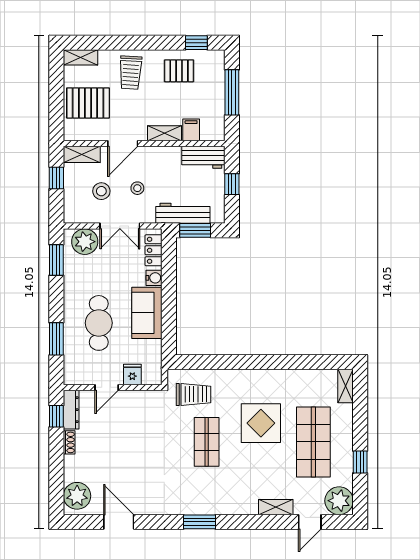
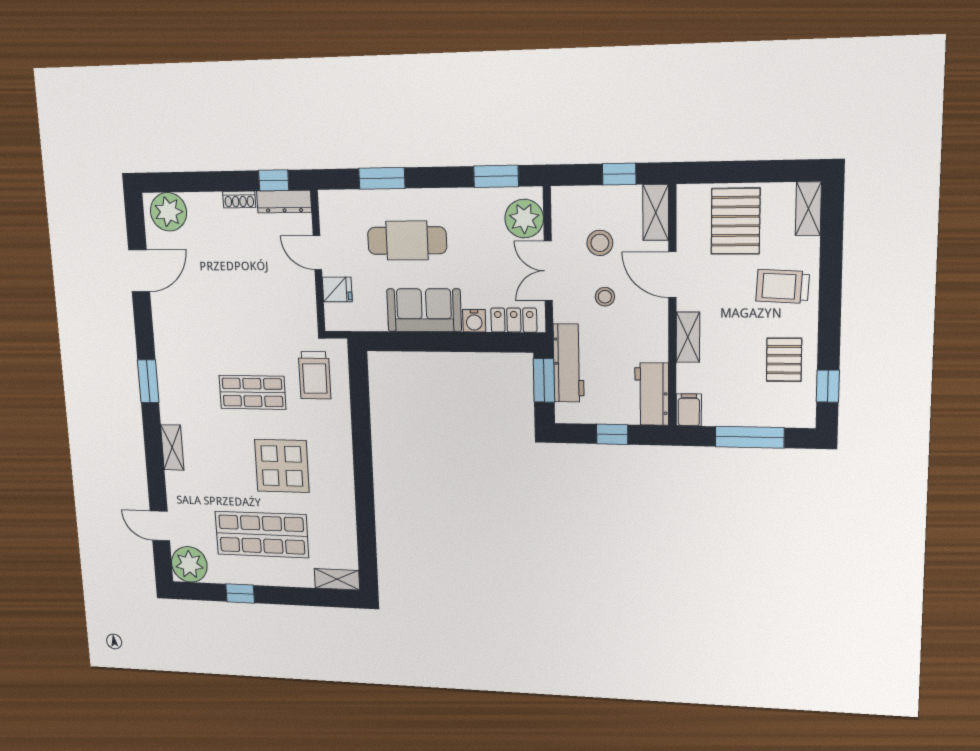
filing cabinet: (191, 130) -> (689, 410), moved, turned -90
shelving: (276, 507) -> (172, 447), moved

